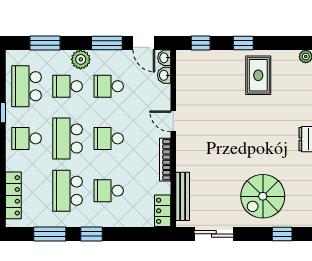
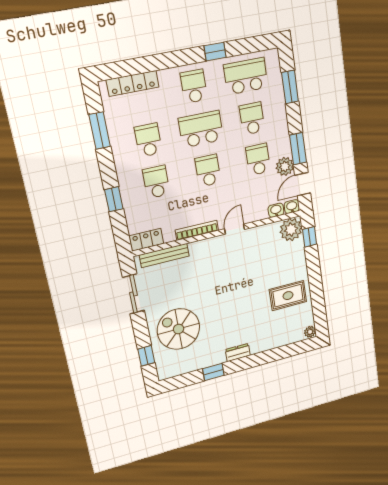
window: (243, 43) -> (315, 275), removed
plant: (81, 59) -> (285, 166), moved
plant: (188, 62) -> (291, 230), added
school desk: (68, 191) -> (148, 140), width x0.54
window: (92, 234) -> (114, 199), moved

